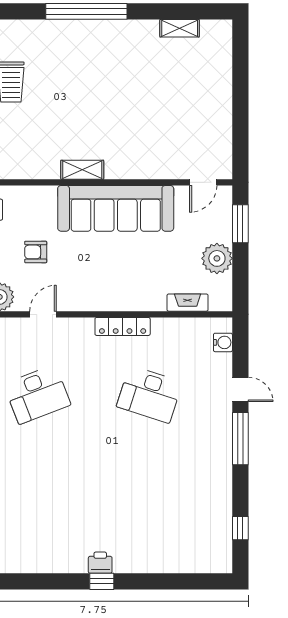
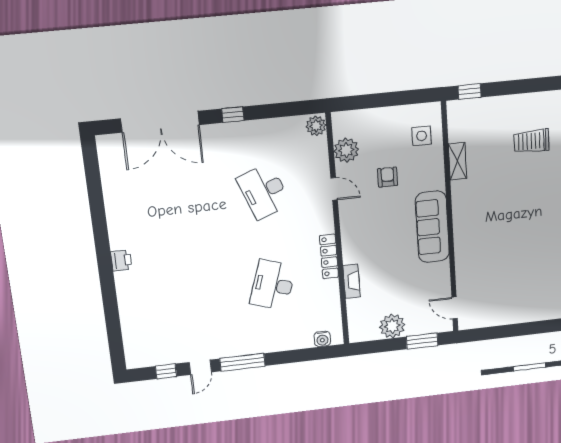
shelving: (82, 170) -> (457, 161), moved
sofa: (116, 208) -> (432, 227), width x0.74, depth x0.79
fireplace: (188, 303) -> (352, 281), moved
door: (240, 389) -> (200, 367), moved
window: (102, 581) -> (105, 263), removed

